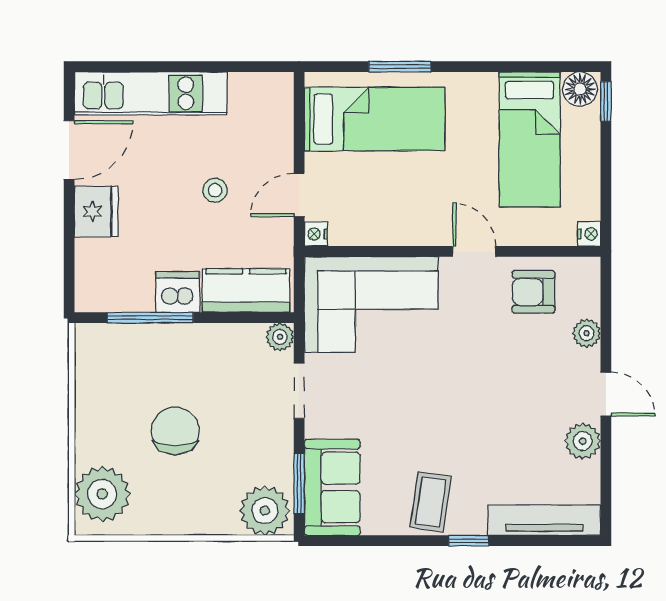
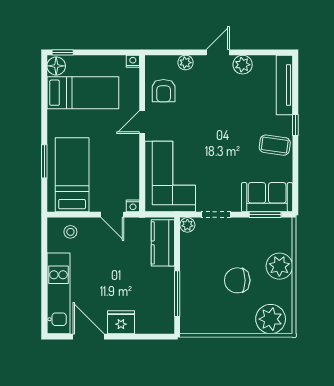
stool: (215, 190) -> (70, 232), moved
dishwasher: (178, 292) -> (164, 279), removed
plant: (265, 511) -> (279, 266), moved

